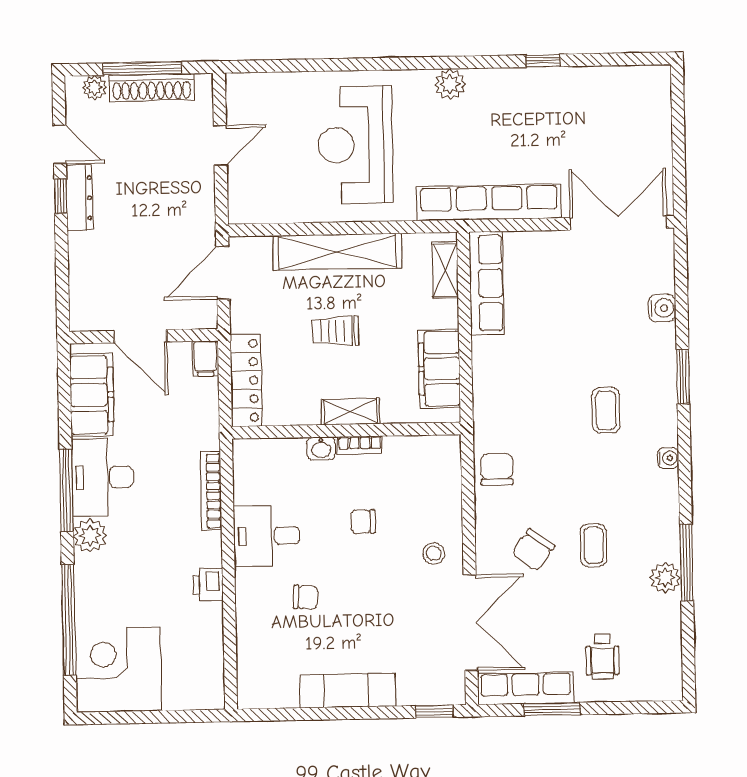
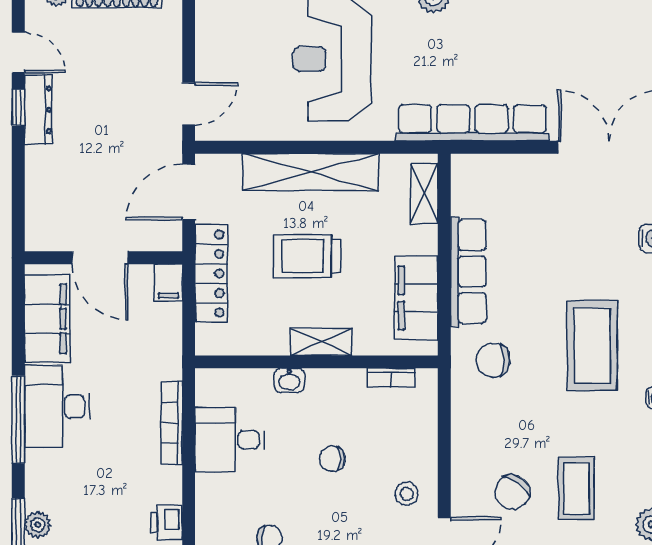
door: (220, 145) -> (189, 104), moved
row of seats: (487, 283) -> (468, 271), moved
trolley: (336, 331) -> (307, 256), width x1.36, depth x1.39
locker: (246, 380) -> (211, 274), moved
coffee table: (606, 410) -> (592, 346), width x1.86, depth x1.72
bookcase: (360, 445) -> (391, 378), moved
chair: (497, 469) -> (493, 360), moved, turned -90
plant: (90, 536) -> (38, 525), moved, width x0.73, depth x0.73
desk: (267, 536) -> (230, 440), moved
coffee table: (594, 545) -> (576, 489), width x1.36, depth x1.30

